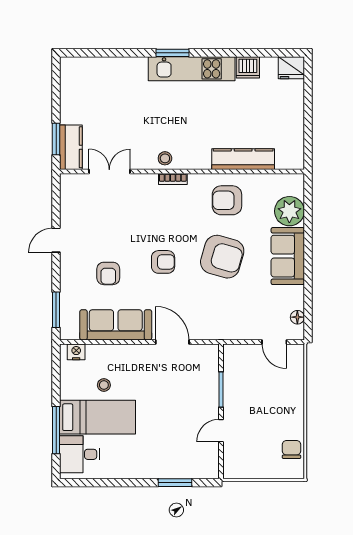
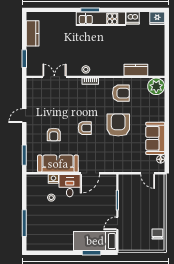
kitchen counter: (71, 147) -> (33, 33), moved
kitchen counter: (243, 159) -> (136, 70), width x0.67
armchair: (227, 200) -> (121, 93), turned 180
plant: (289, 211) -> (156, 86), moved
sofa: (288, 256) -> (155, 138), moved
armchair: (222, 257) -> (118, 125), turned -106
door: (172, 342) -> (90, 173), swing flipped
nightstand: (76, 352) -> (53, 179), moved
bed: (98, 417) -> (95, 241), moved, turned 180
desk: (80, 454) -> (70, 186), moved, turned 90

